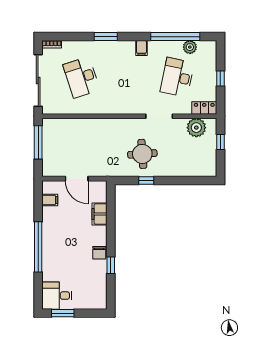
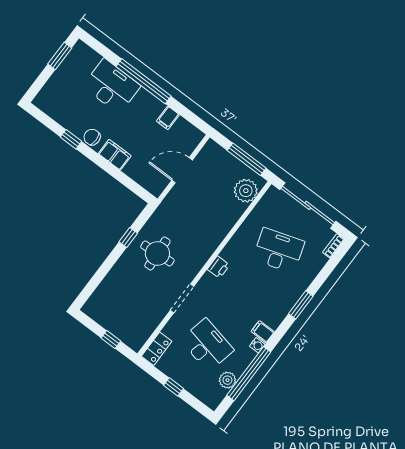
water cooler: (153, 45) -> (257, 345), added
printer: (121, 108) -> (219, 267), added
plant: (196, 128) -> (246, 191), moved
filing cabinet: (50, 200) -> (168, 118), moved
filing cabinet: (100, 214) -> (115, 155), moved
desk: (57, 296) -> (112, 86), moved, width x1.37

